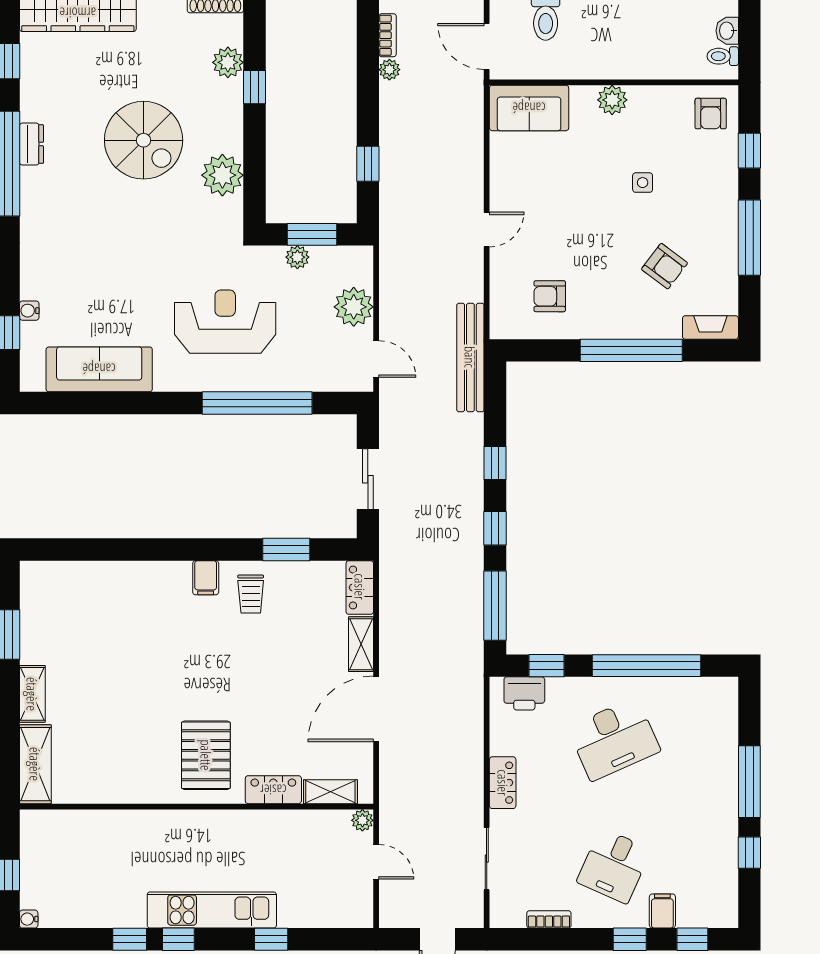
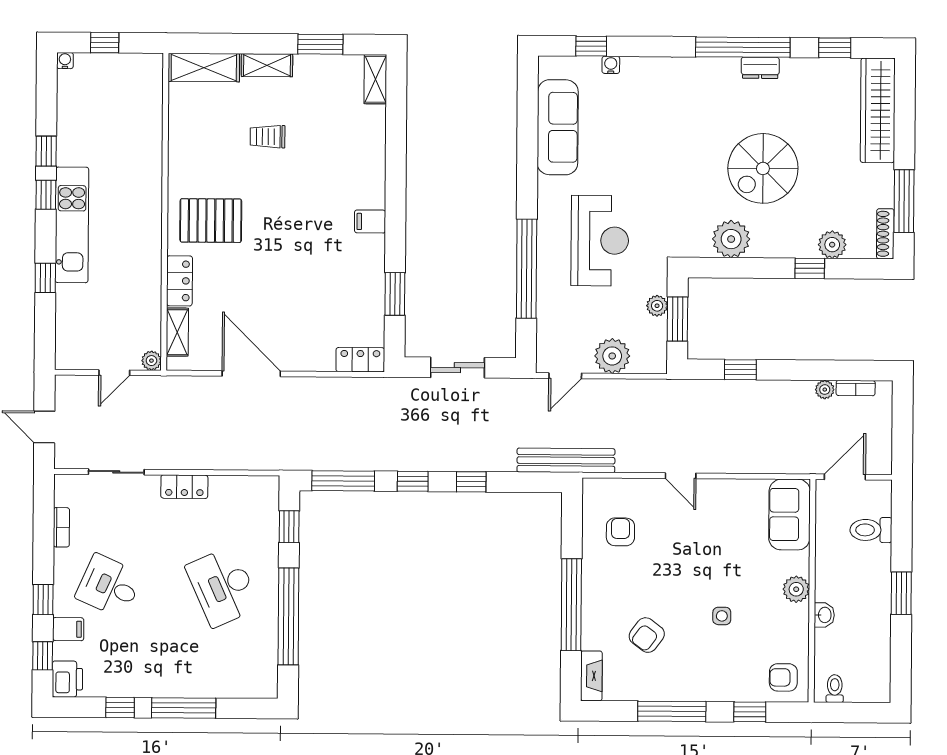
washbasin: (727, 31) -> (824, 615), moved, turned 90
trolley: (251, 594) -> (268, 137), moved
shelving: (361, 644) -> (375, 79), moved, turned 90
printer: (524, 693) -> (67, 679), moved, turned 180

